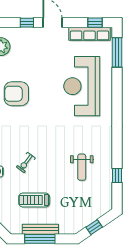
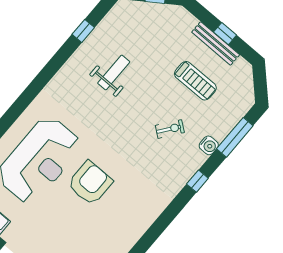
armchair: (16, 94) -> (90, 183), moved, turned -90
window: (40, 239) -> (225, 34), width x0.46

